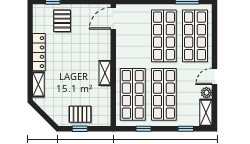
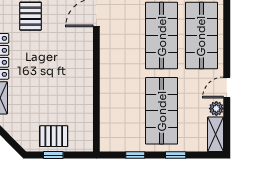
shelving: (105, 73) -> (86, 83), removed
shop shelf: (133, 94) -> (122, 111), removed
window: (186, 129) -> (176, 155), moved

